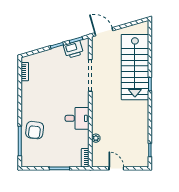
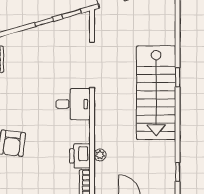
printer: (73, 49) -> (80, 156), moved, turned 106
stairs: (135, 67) -> (156, 93), moved
desk: (77, 118) -> (73, 104), moved

